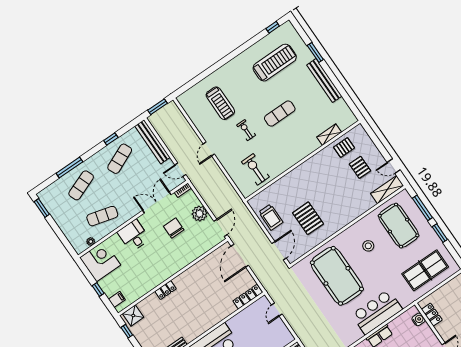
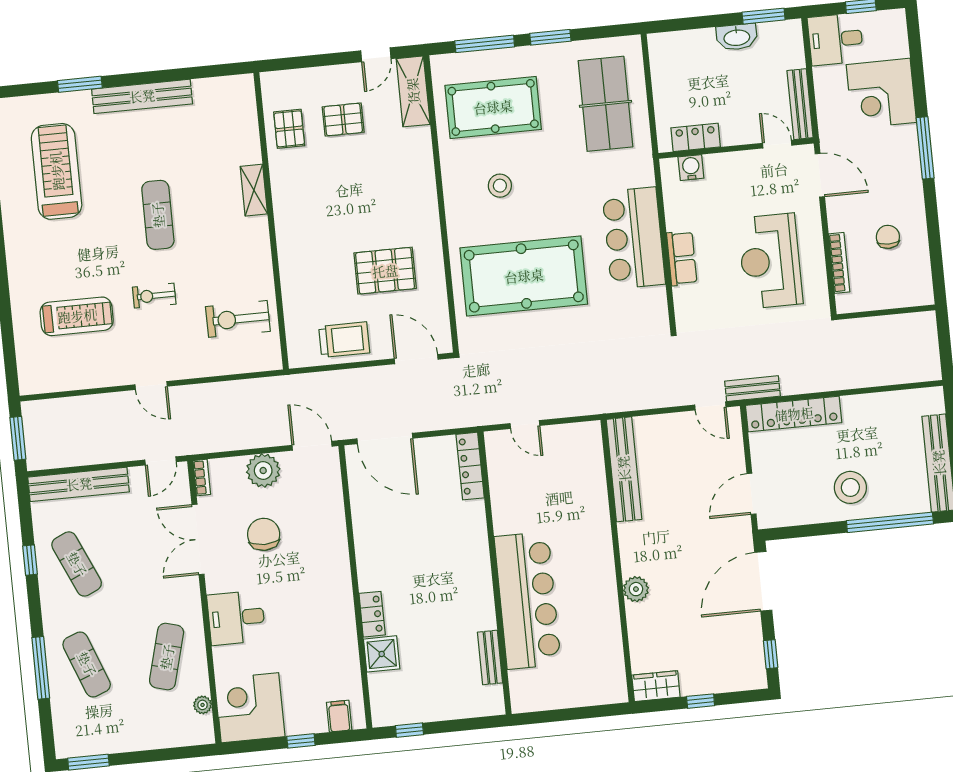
shelving: (329, 135) -> (254, 190), moved
chair: (174, 228) -> (264, 534), turned 90
shower: (133, 316) -> (382, 654), moved

